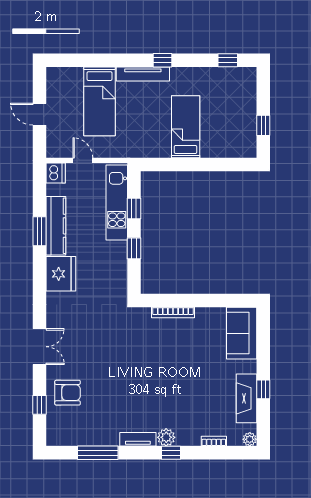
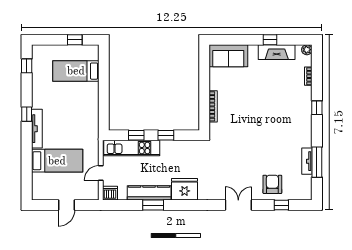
bed: (186, 127) -> (76, 71), moved
plant: (166, 437) -> (305, 111), removed
tv unit: (138, 439) -> (307, 161), moved

